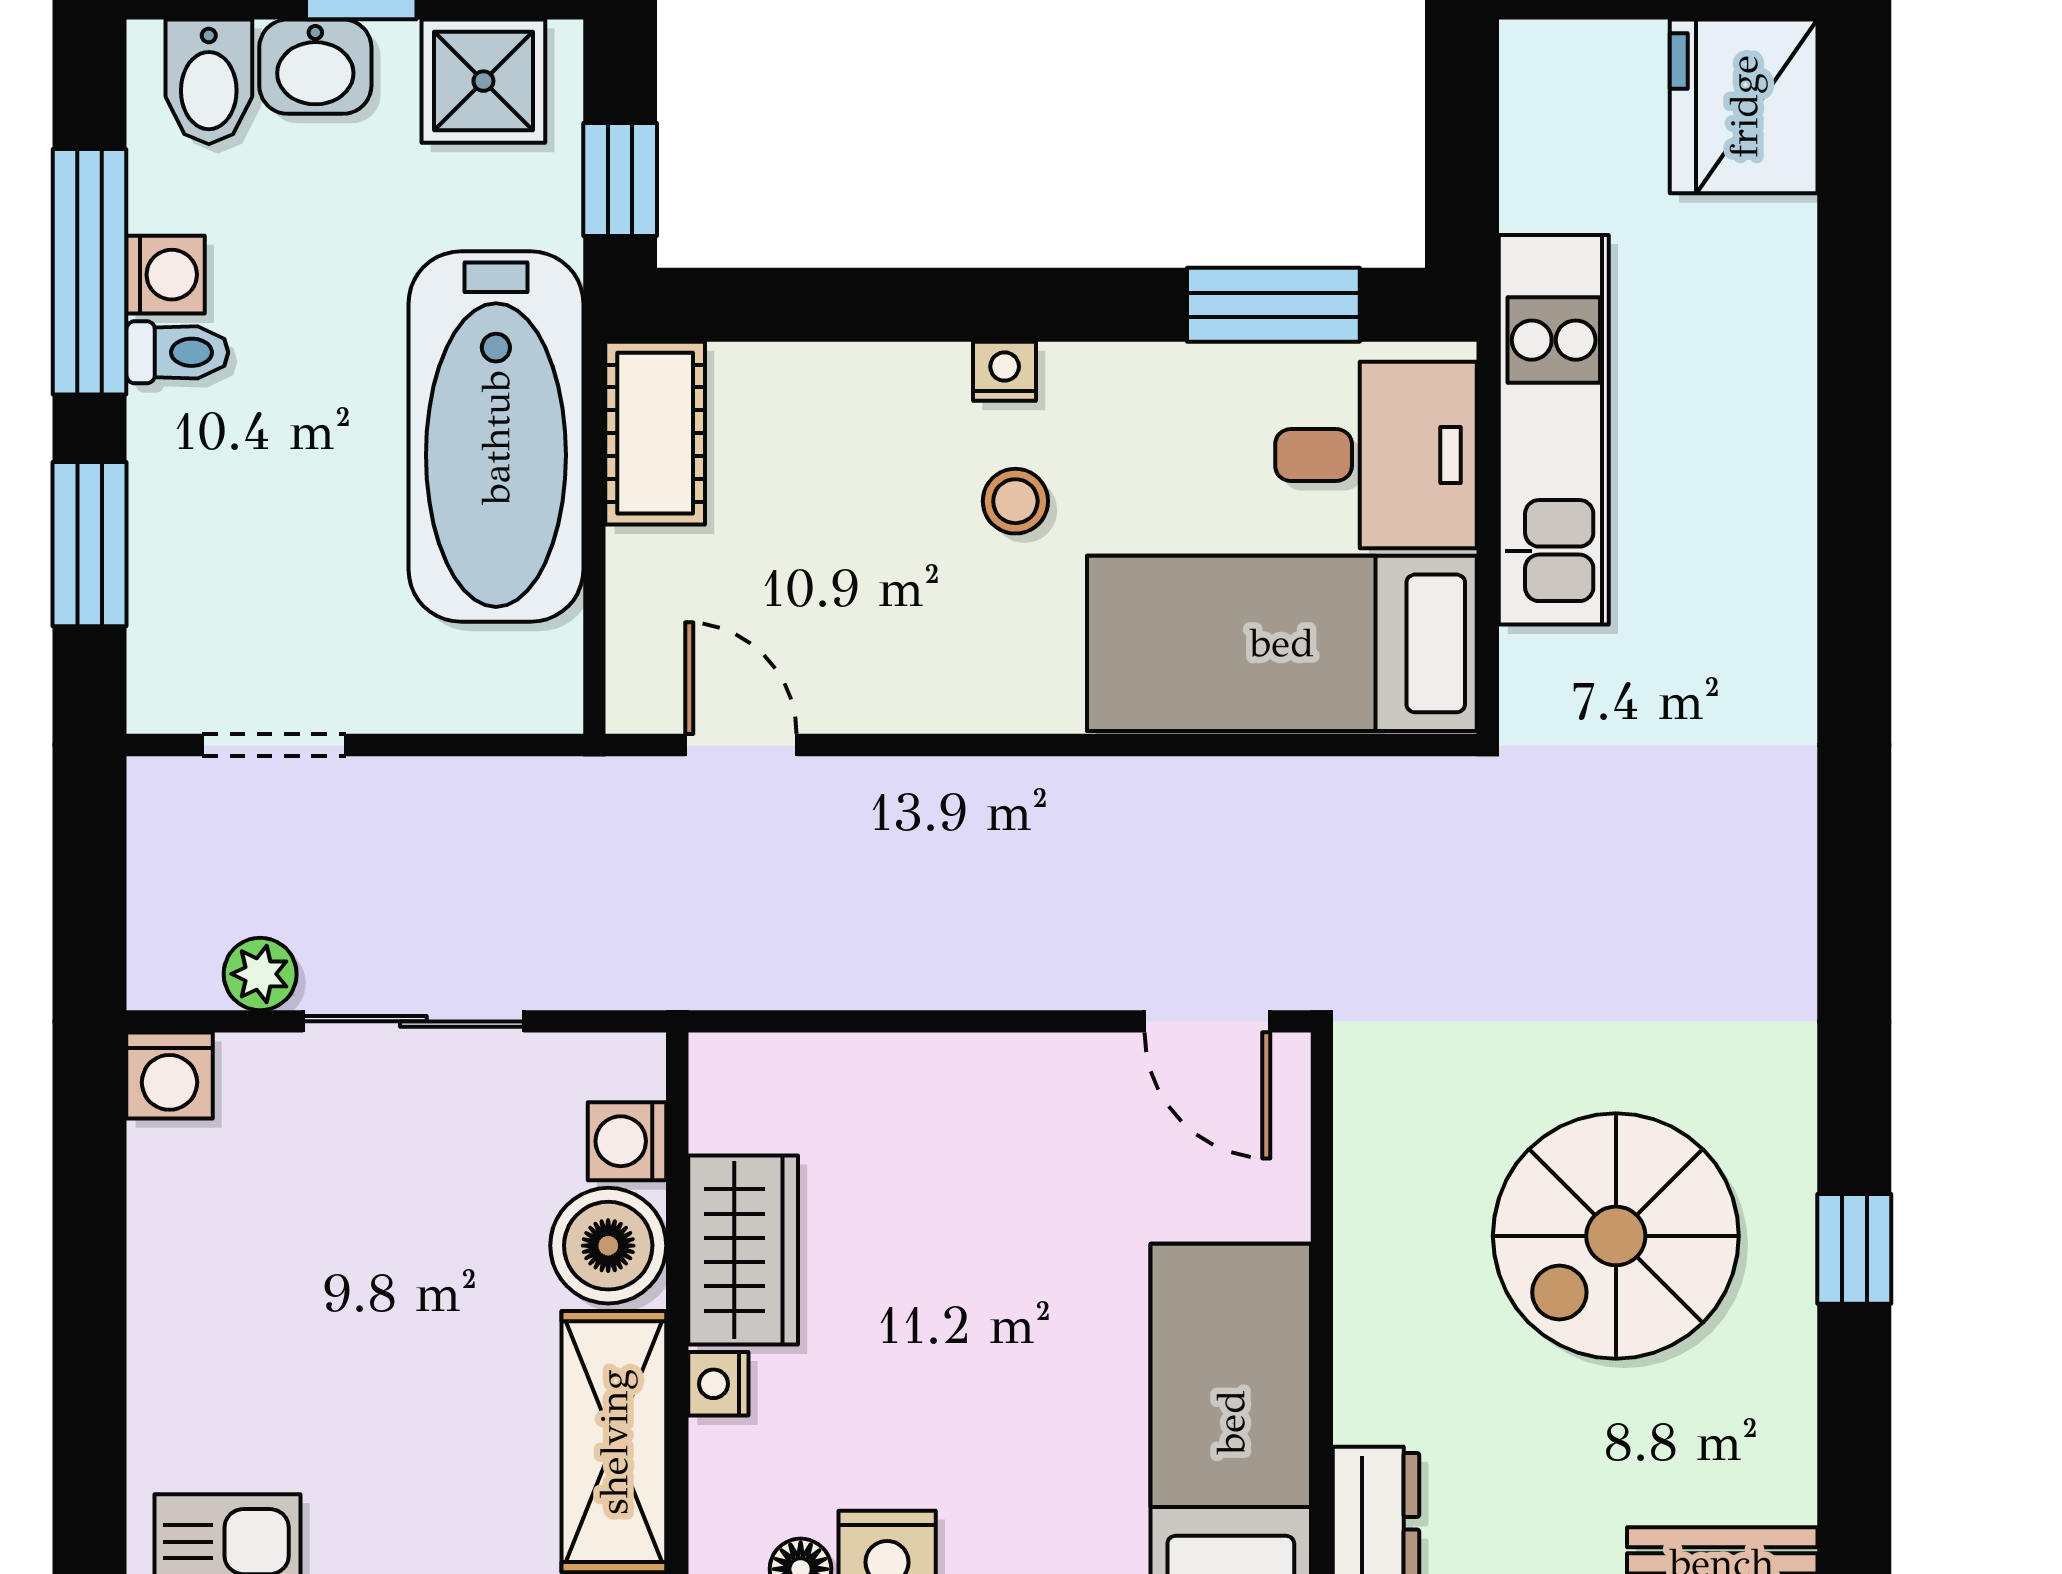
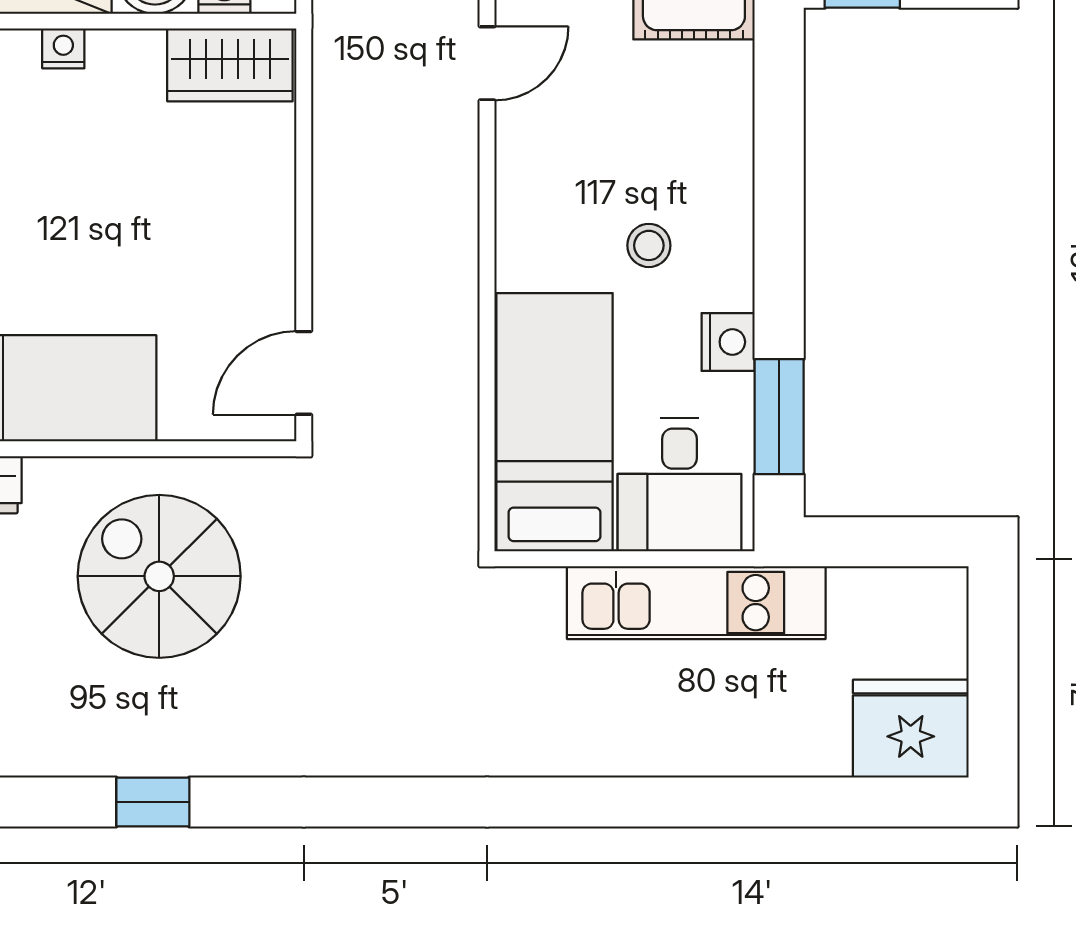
nightstand: (1005, 371) -> (728, 342), moved, width x1.39, depth x1.35
spiral stairs: (1616, 1236) -> (159, 576), moved
wardrobe: (743, 1250) -> (230, 65), moved

